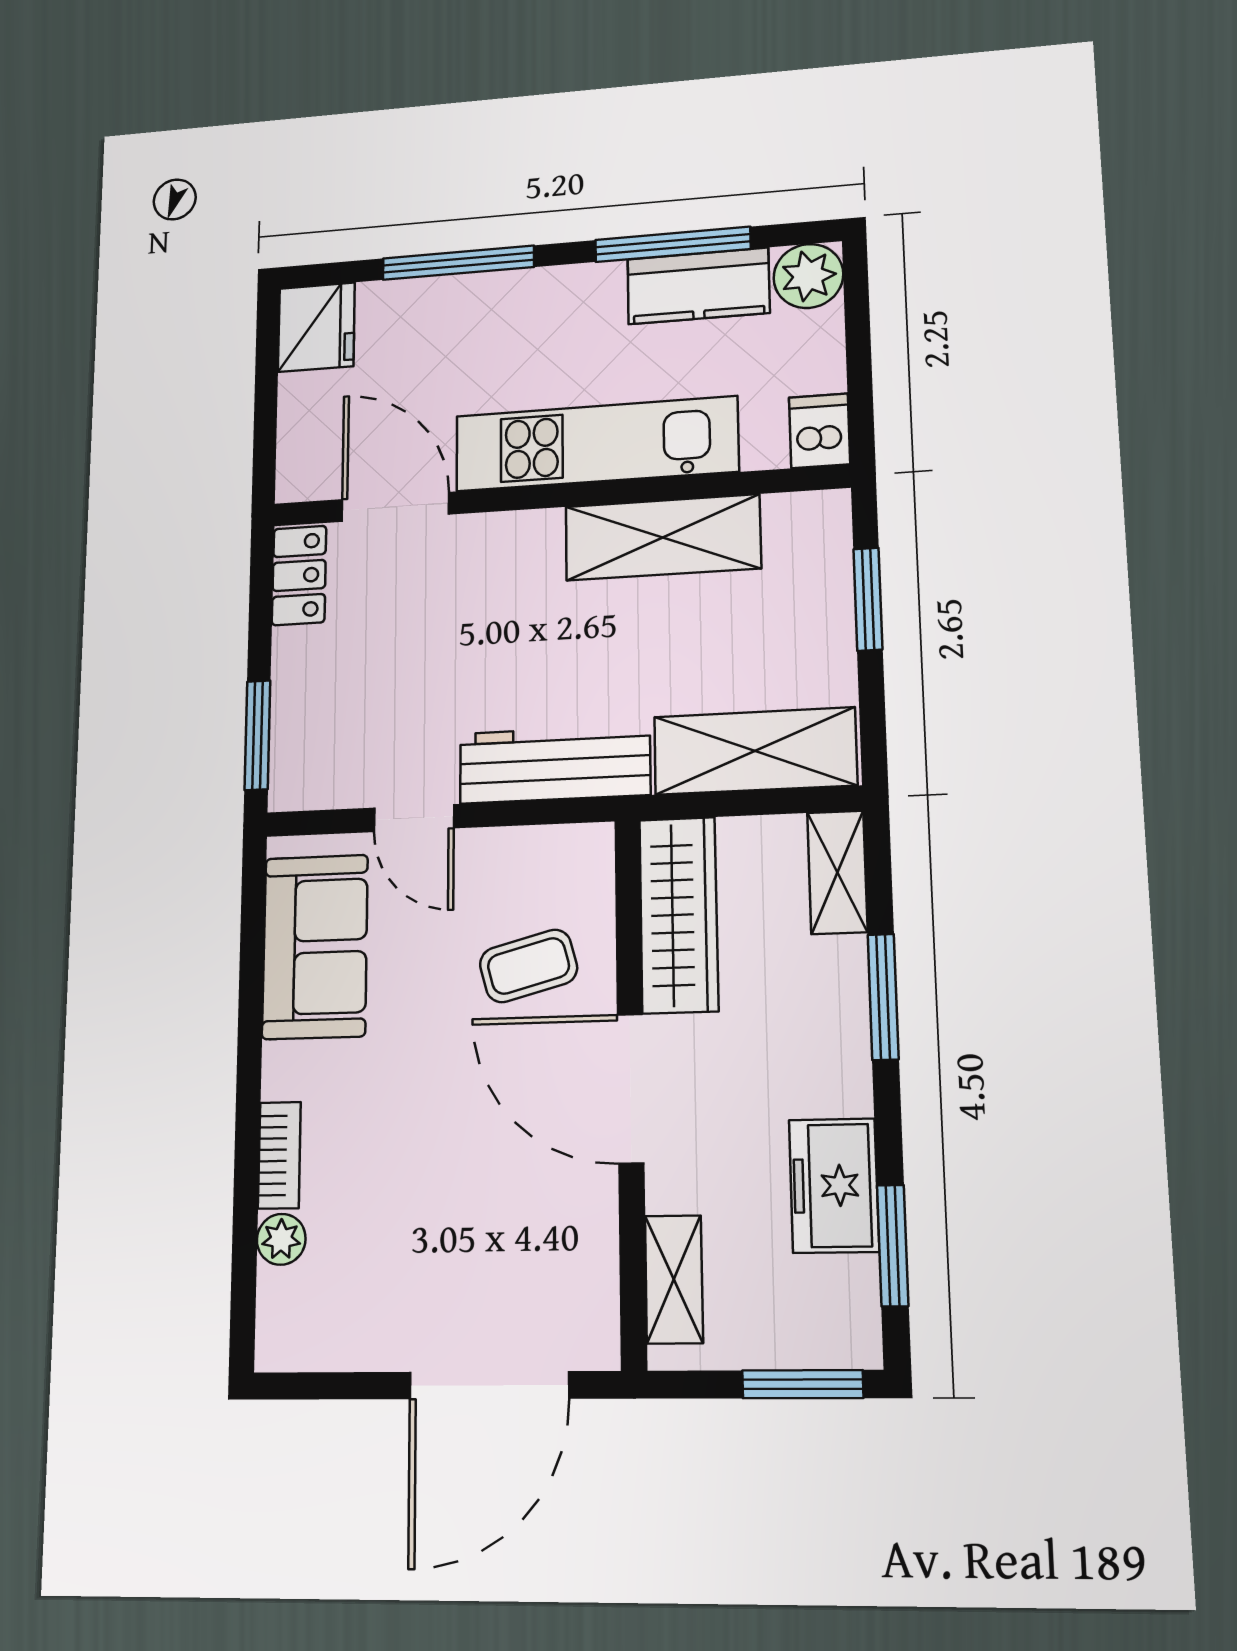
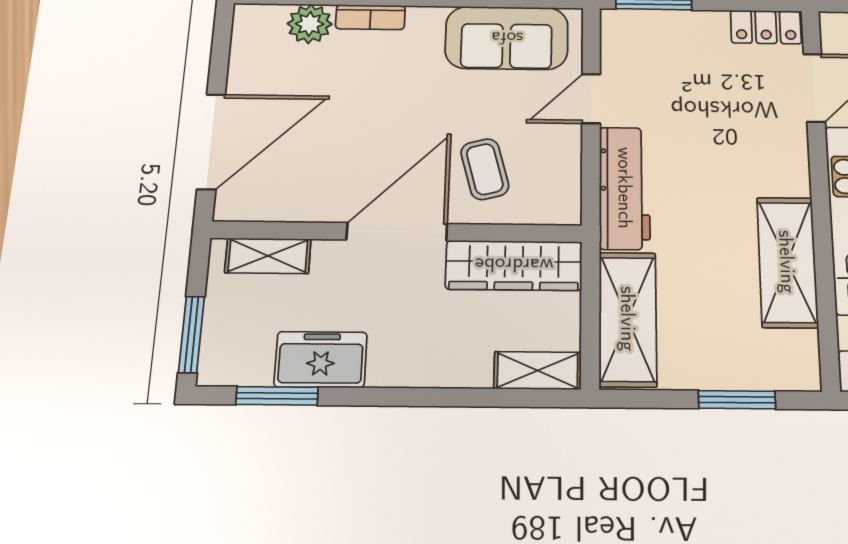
window: (883, 997) -> (448, 397), removed
plant: (281, 1239) -> (310, 24), width x1.38, depth x1.38
door: (489, 1385) -> (211, 142), swing flipped

